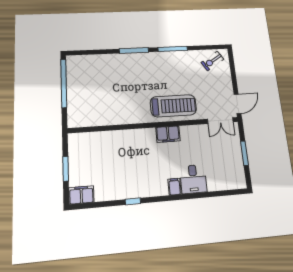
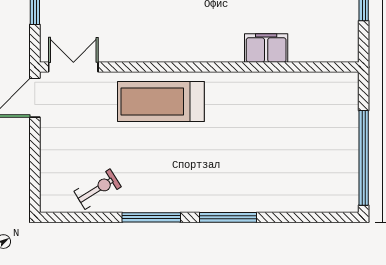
exercise bike: (212, 61) -> (98, 189), moved
filing cabinet: (168, 134) -> (266, 48), moved

